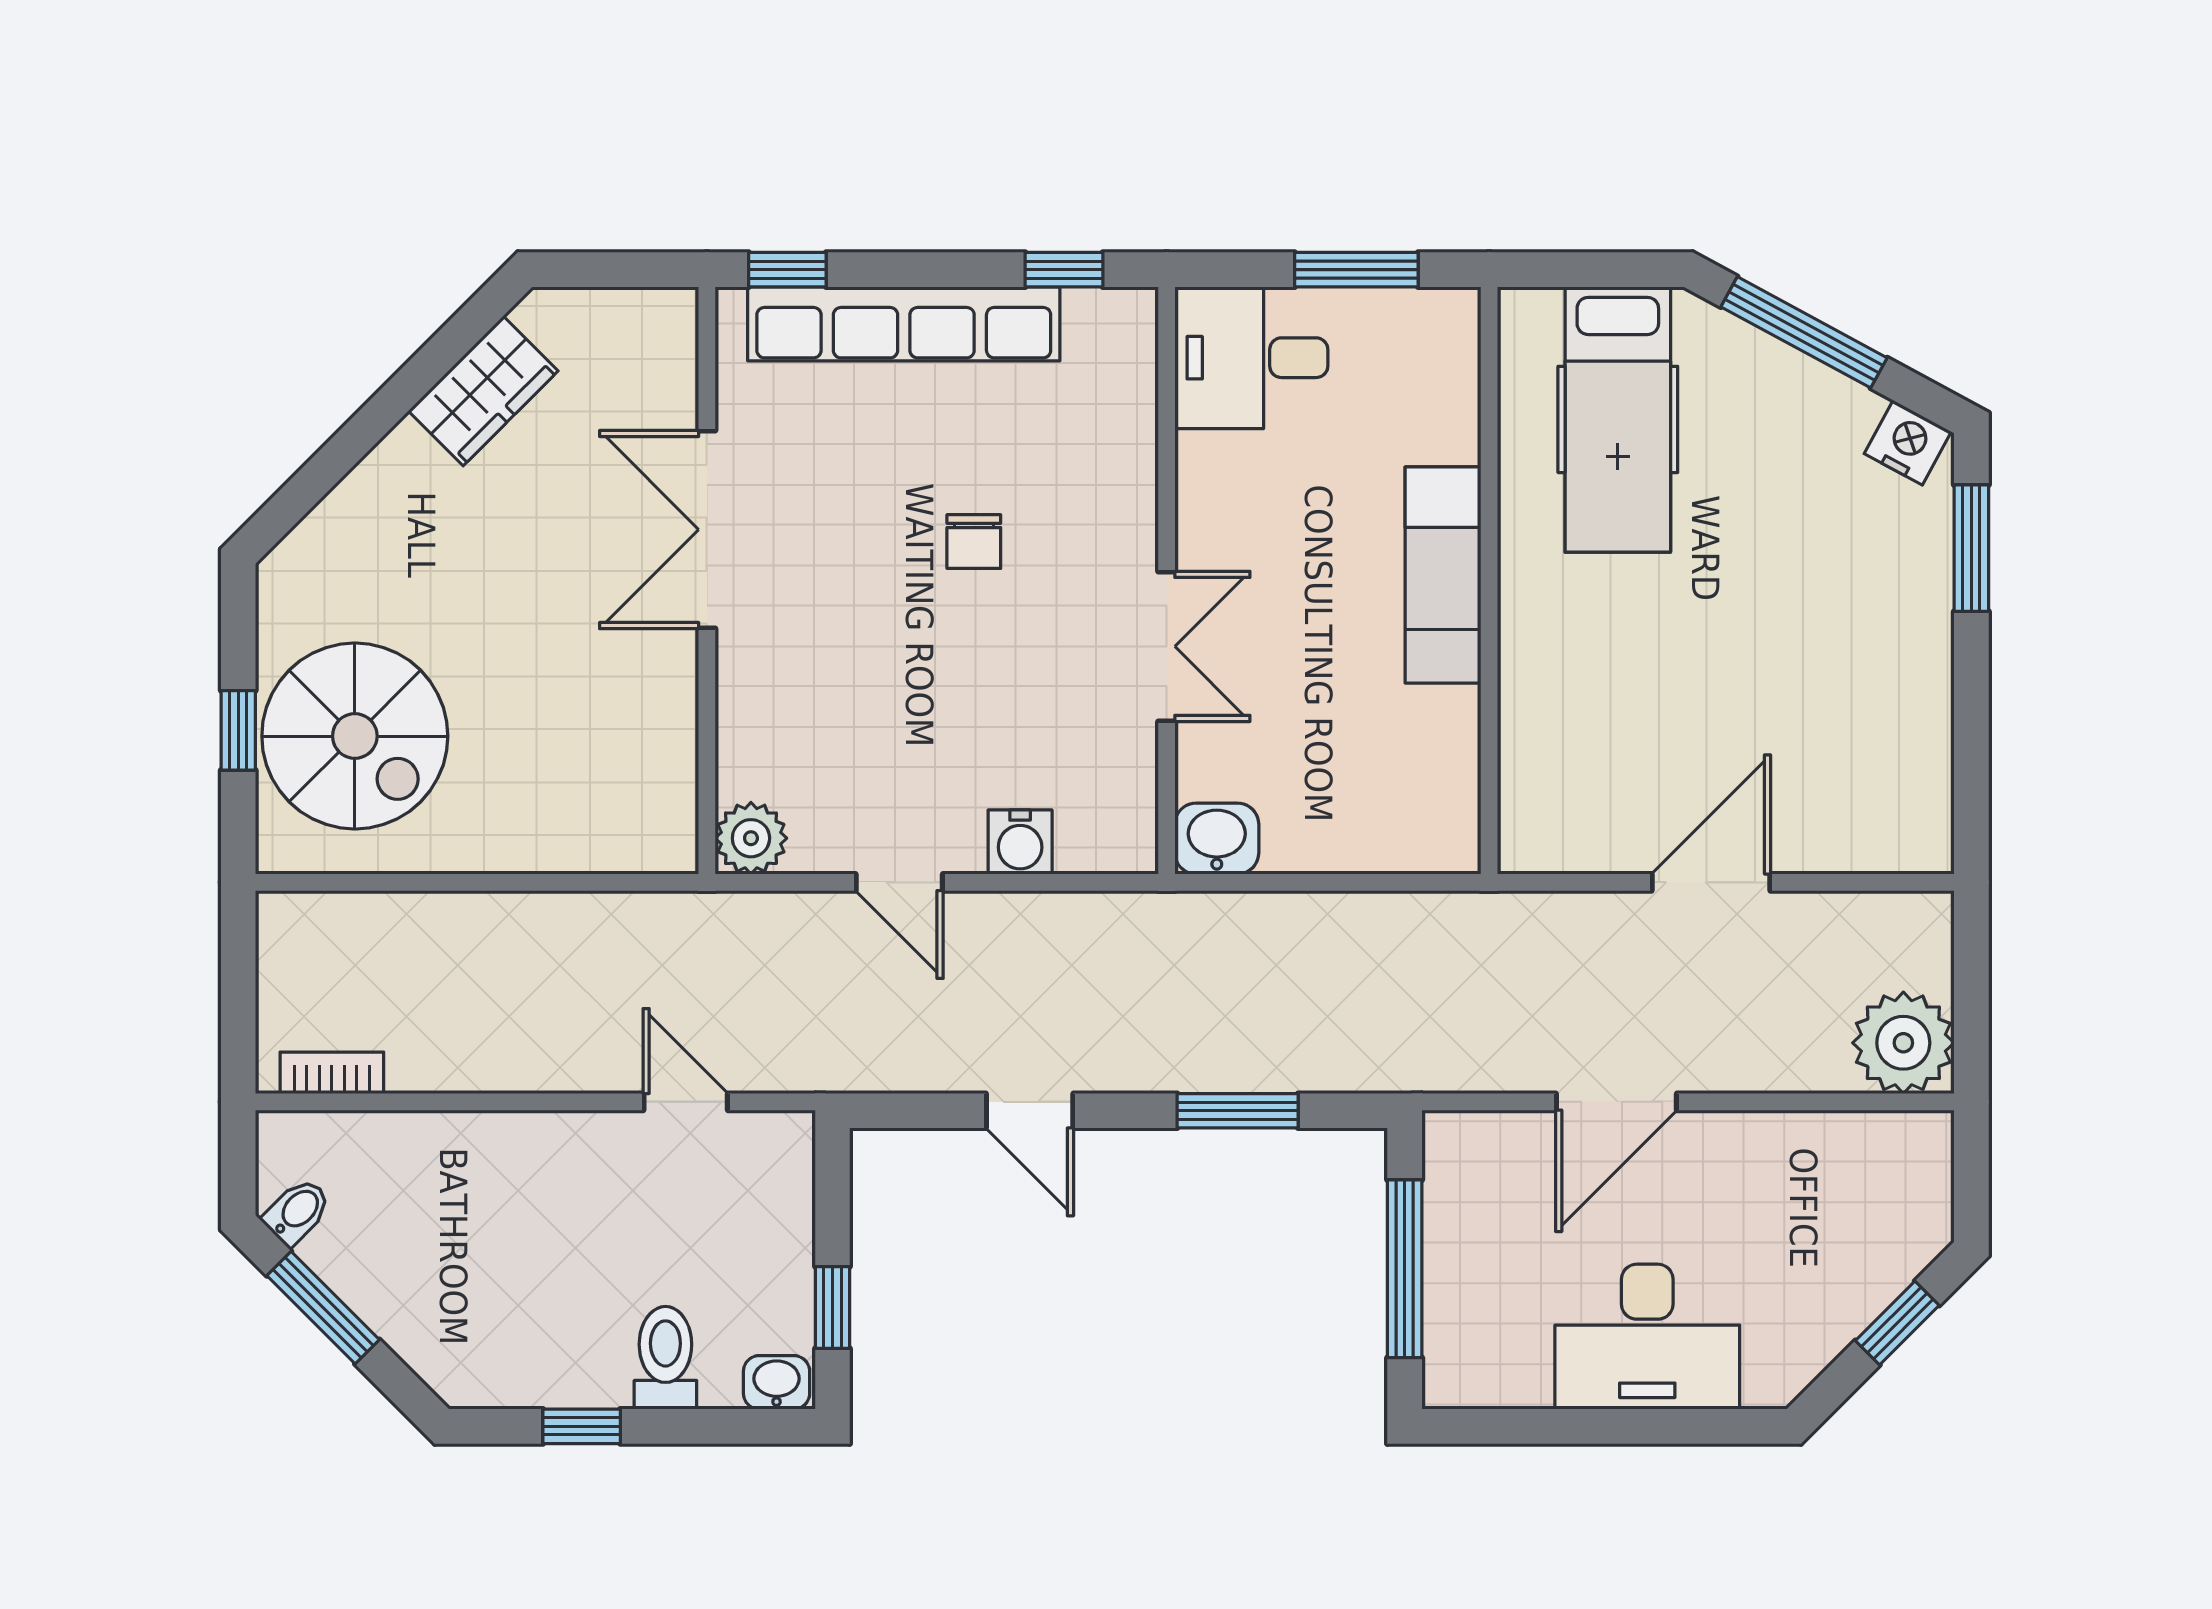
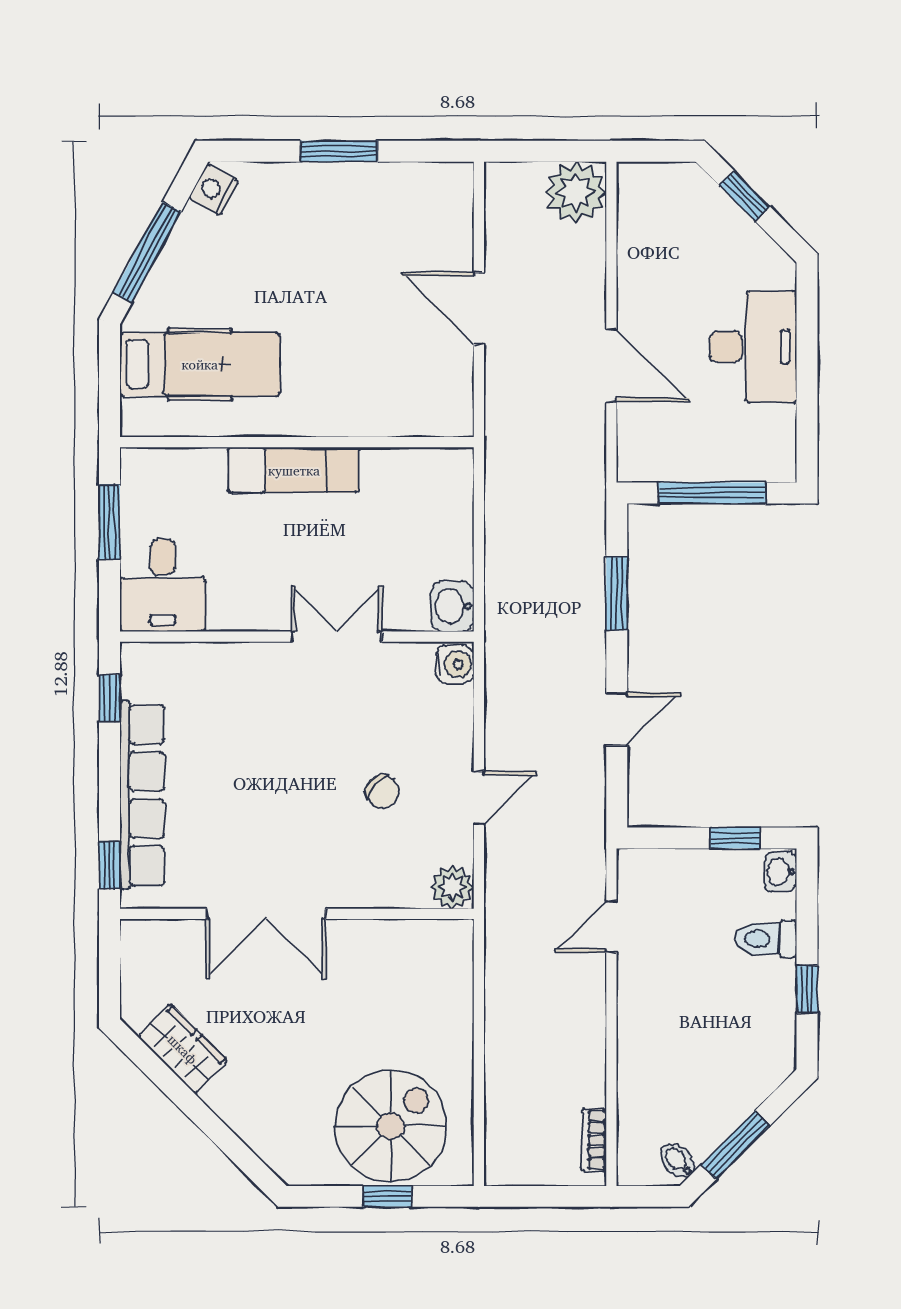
chair: (974, 542) -> (383, 792), moved, turned 42
window: (1971, 548) -> (339, 151), moved
water cooler: (1020, 842) -> (455, 664), moved

